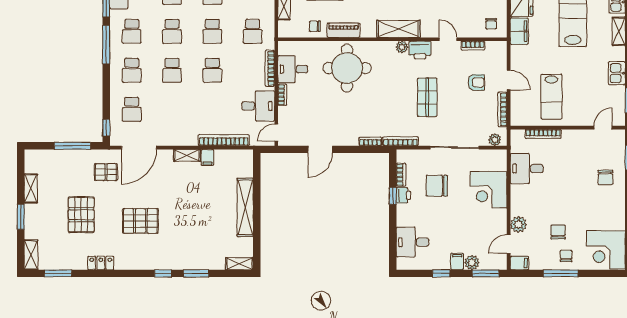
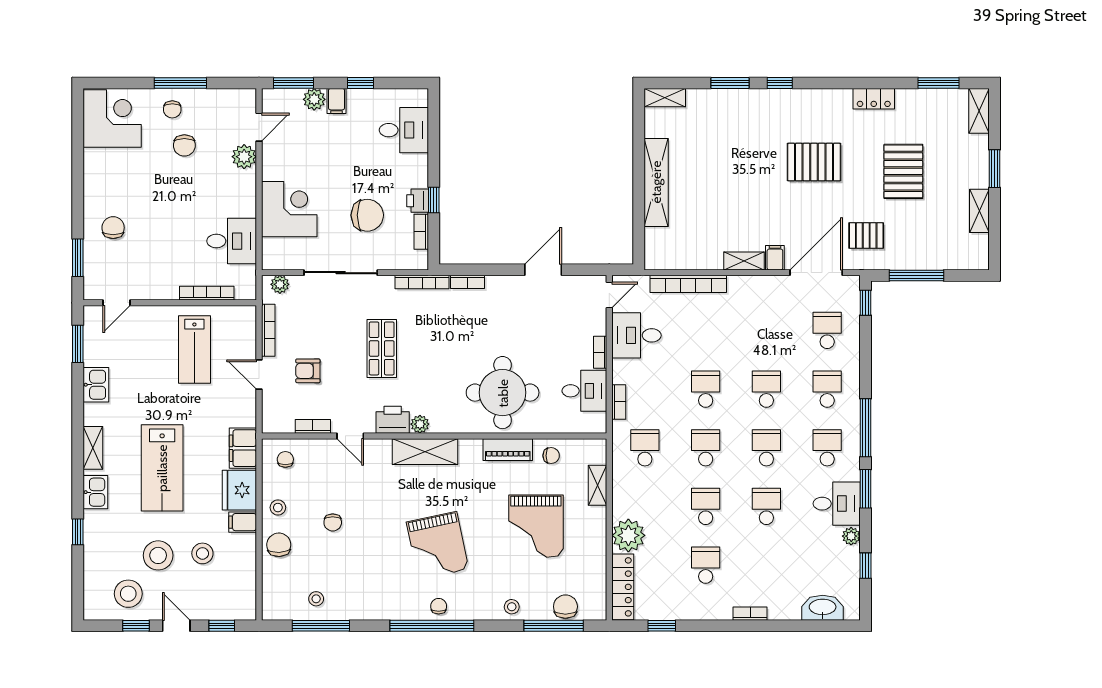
bookcase: (270, 68) -> (619, 402), width x0.64
lab bench: (551, 97) -> (194, 350), turned 180
filing cabinet: (207, 157) -> (775, 258), moved
filing cabinet: (519, 263) -> (243, 99), removed

